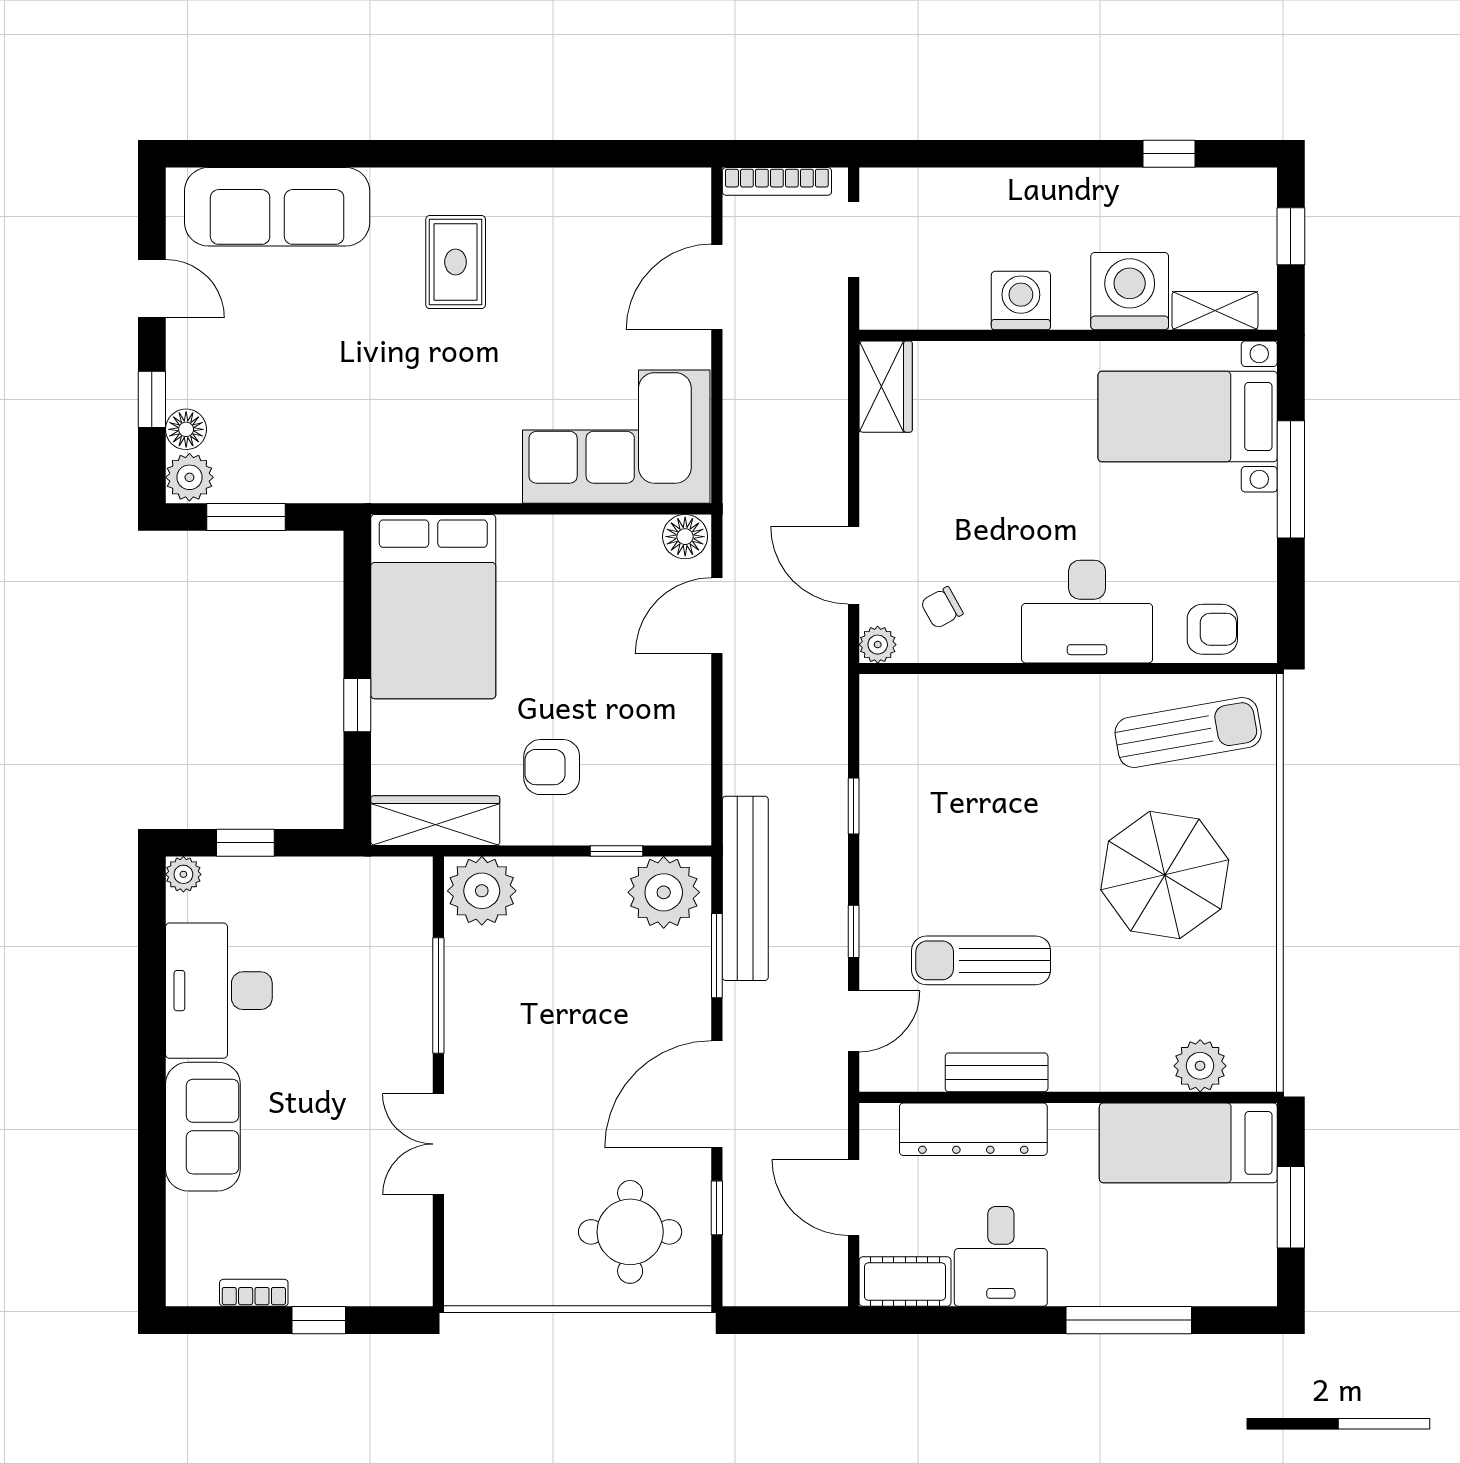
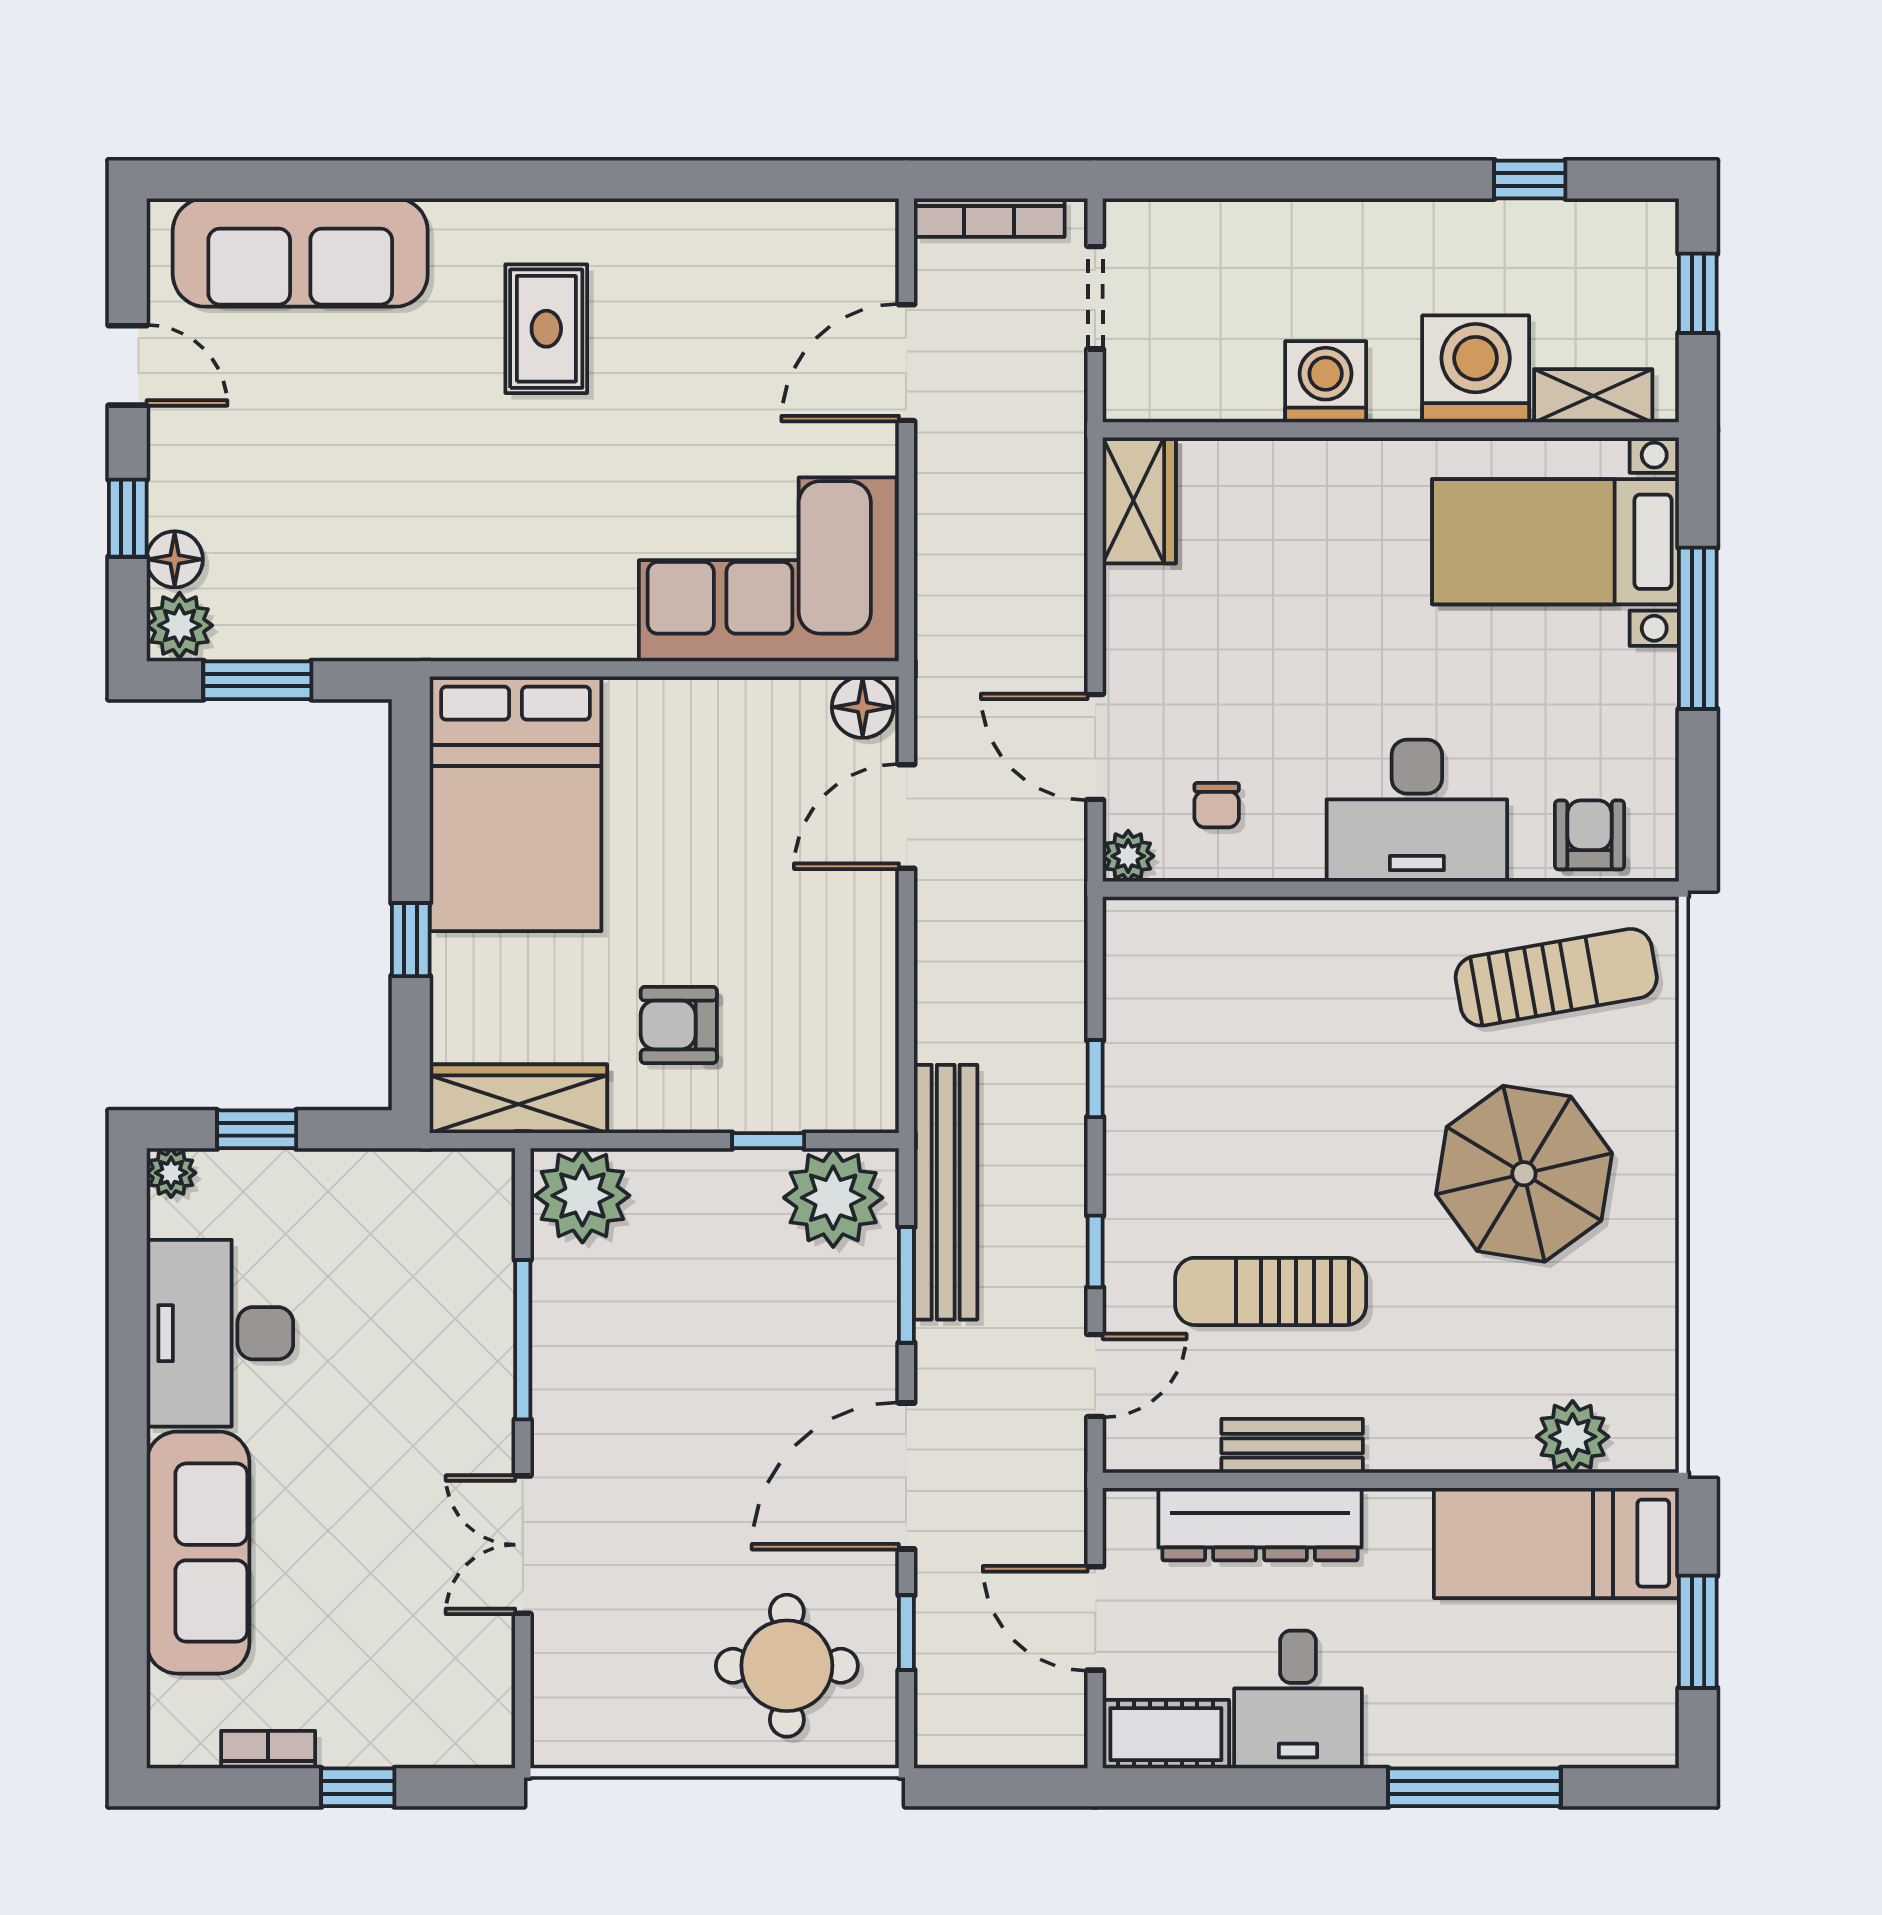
chair: (942, 608) -> (1217, 805), turned -61
armchair: (1212, 629) -> (1590, 835), turned -90
sofa: (203, 1127) -> (198, 1553), width x1.36

